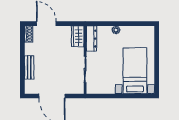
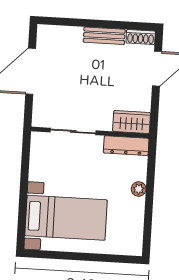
bench: (29, 67) -> (104, 36), moved

